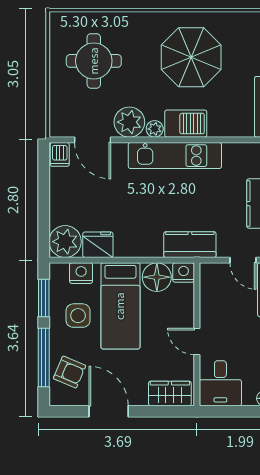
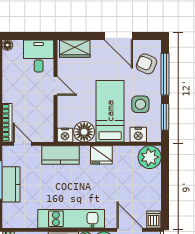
fridge: (98, 245) -> (101, 155), moved

